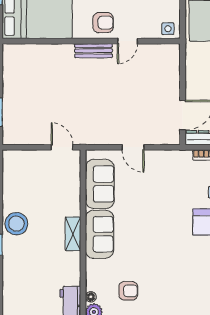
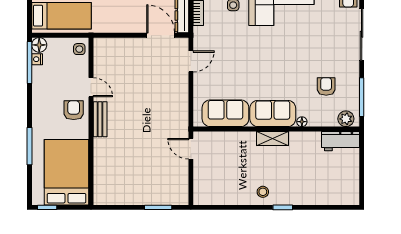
door: (62, 147) -> (191, 149), hinge flipped
door: (133, 147) -> (191, 61), moved
stool: (16, 224) -> (263, 192), width x0.53, depth x0.53
floor lamp: (91, 297) -> (302, 122), moved

